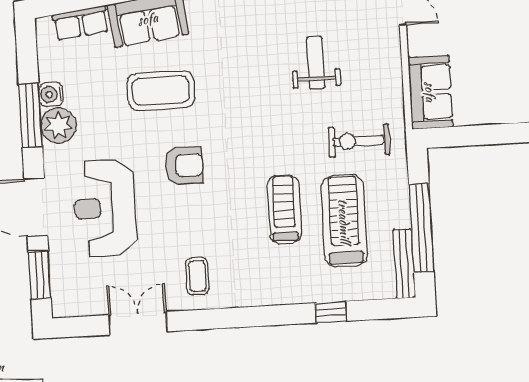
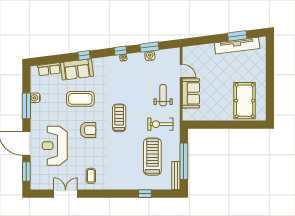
weight bench: (316, 63) -> (163, 95), moved
sofa: (430, 92) -> (191, 93), moved
plant: (59, 126) -> (38, 111), removed
treadmill: (284, 209) -> (119, 118), moved

